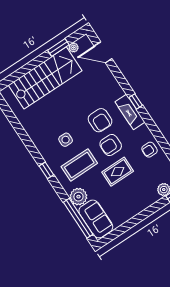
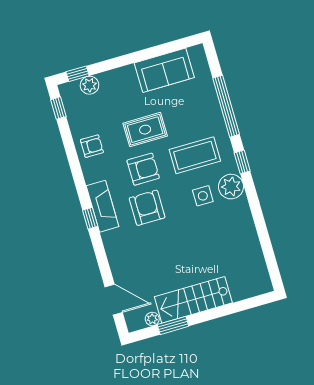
stairs: (45, 78) -> (193, 300), width x0.73, depth x0.66
plant: (78, 197) -> (231, 187), moved
window: (78, 218) -> (226, 106), moved
sofa: (96, 219) -> (164, 70), moved, turned -90

